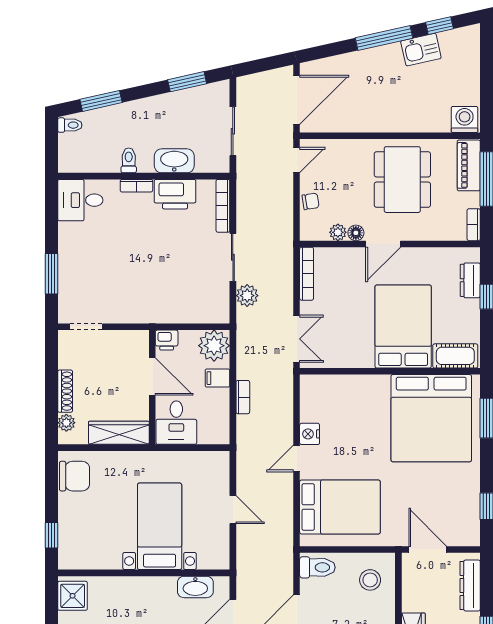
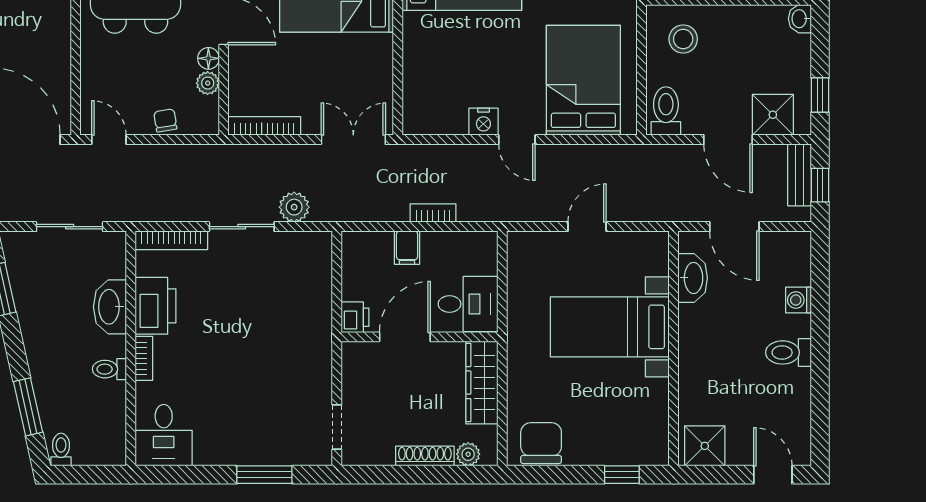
plant: (214, 346) -> (363, 252), removed

